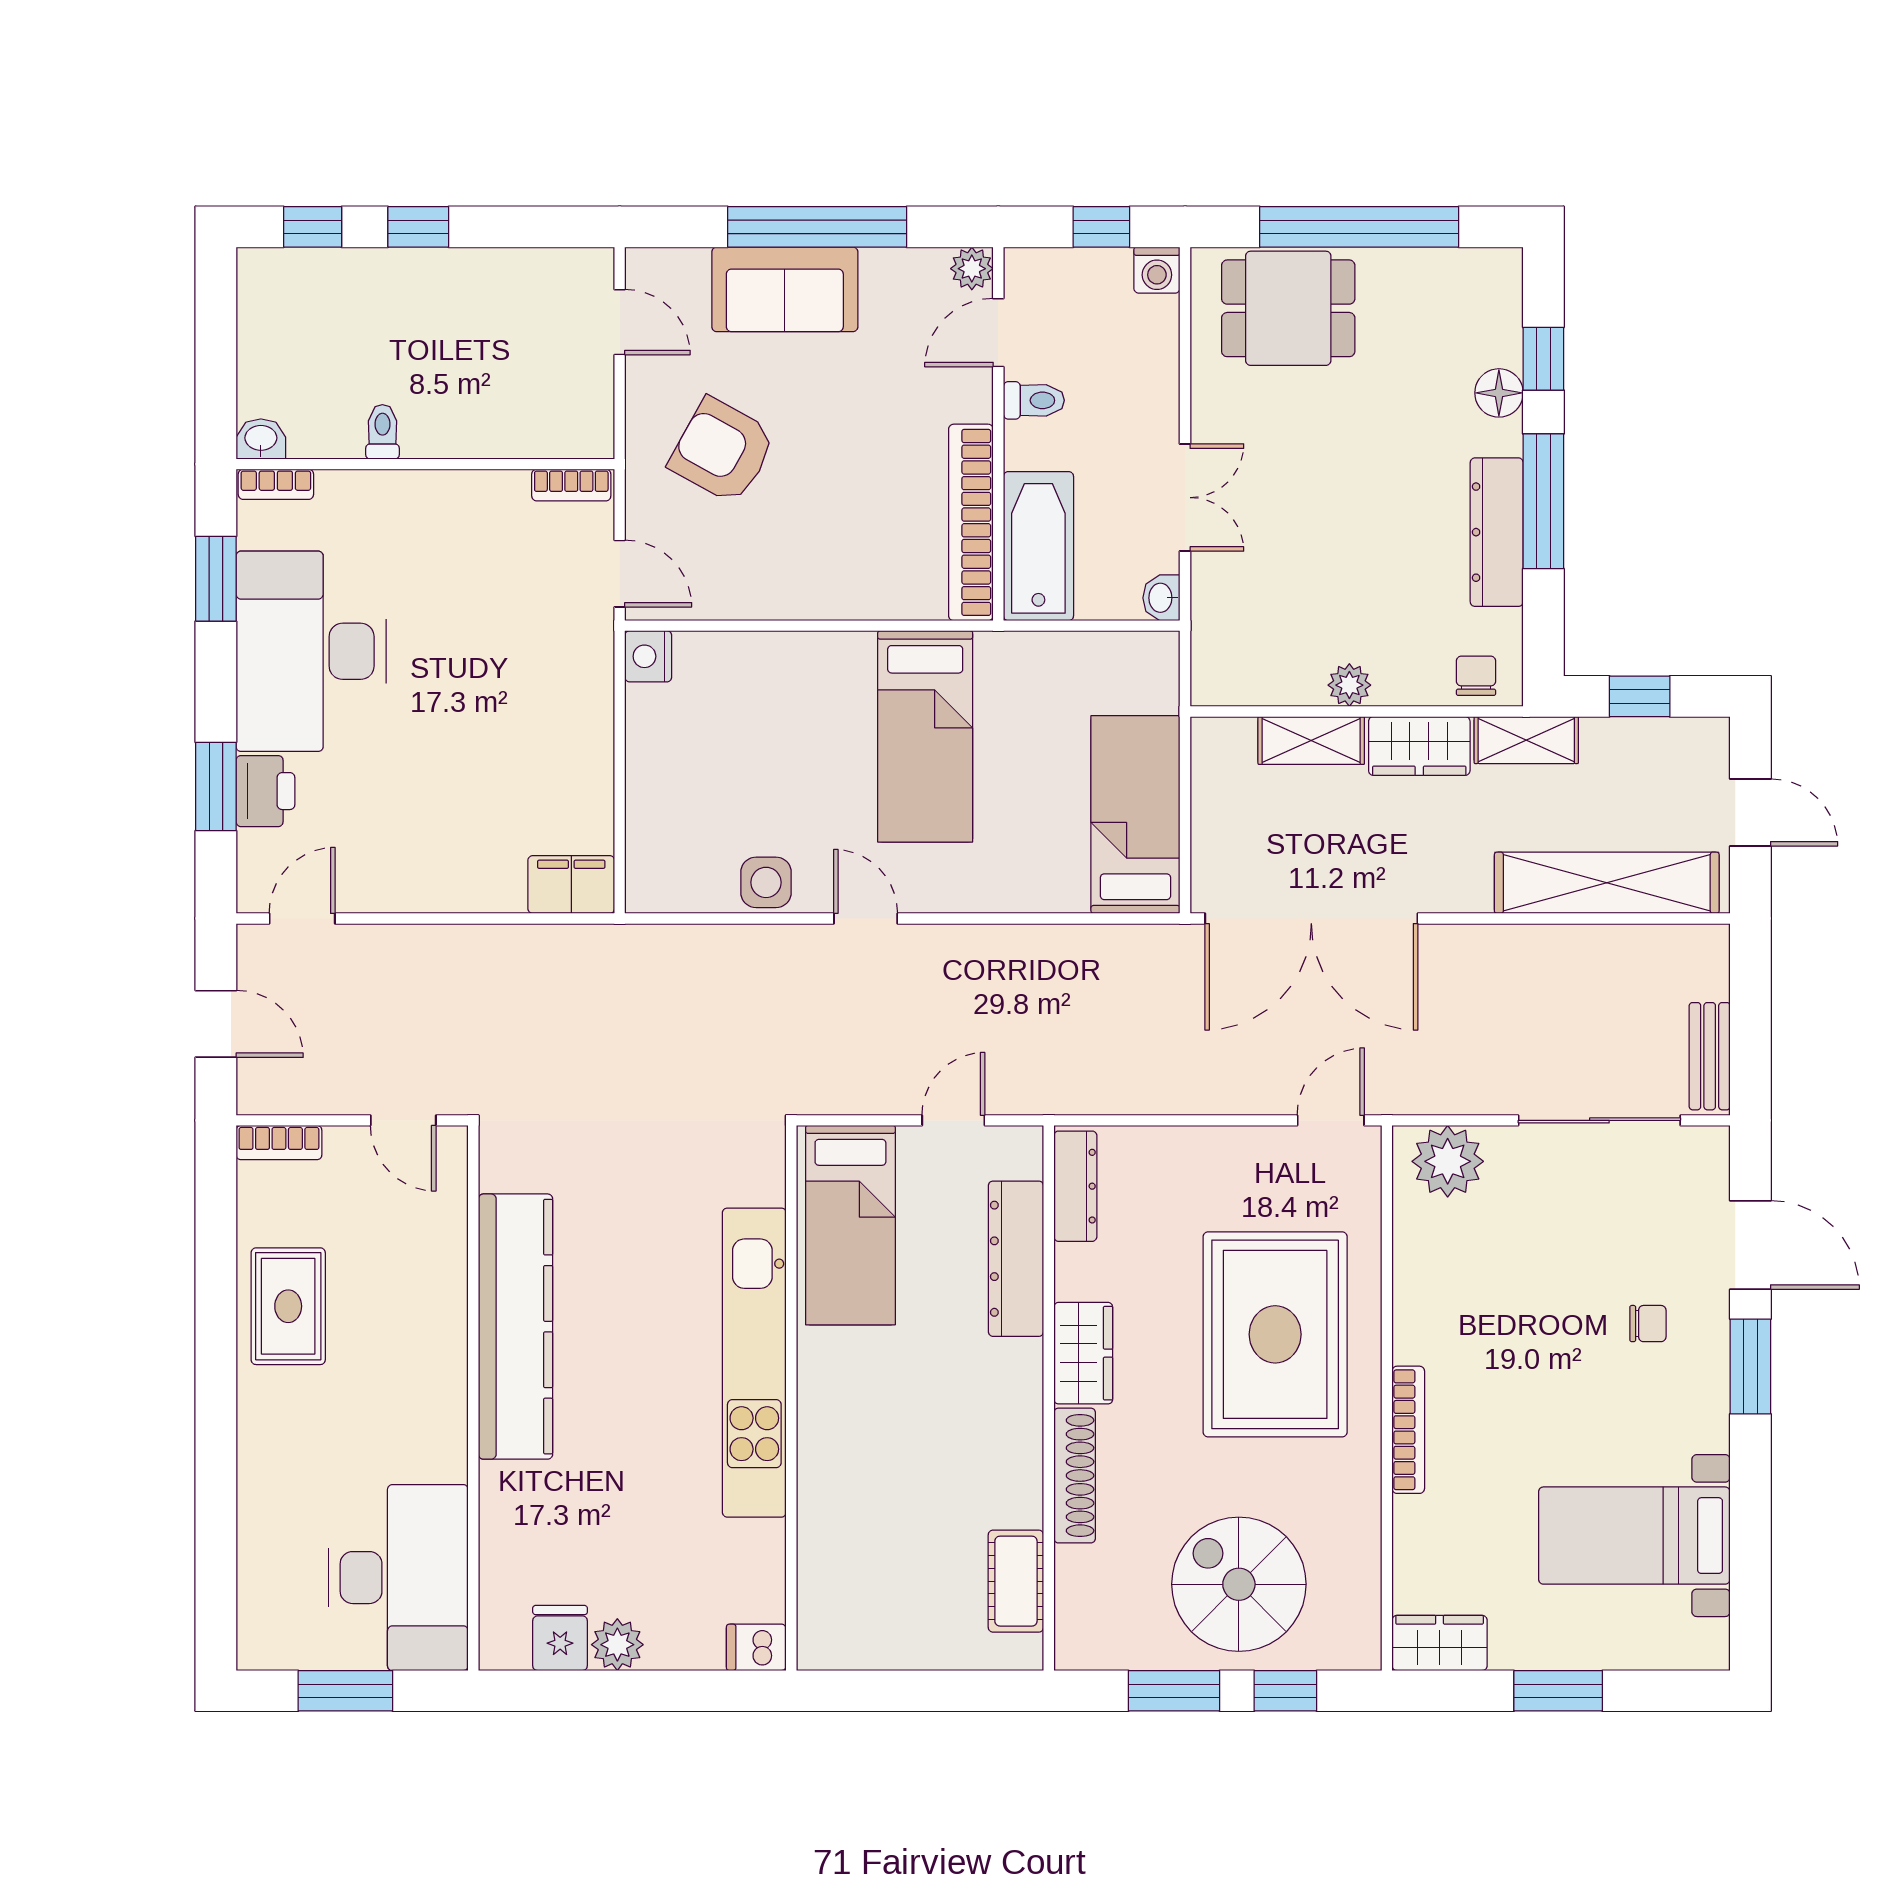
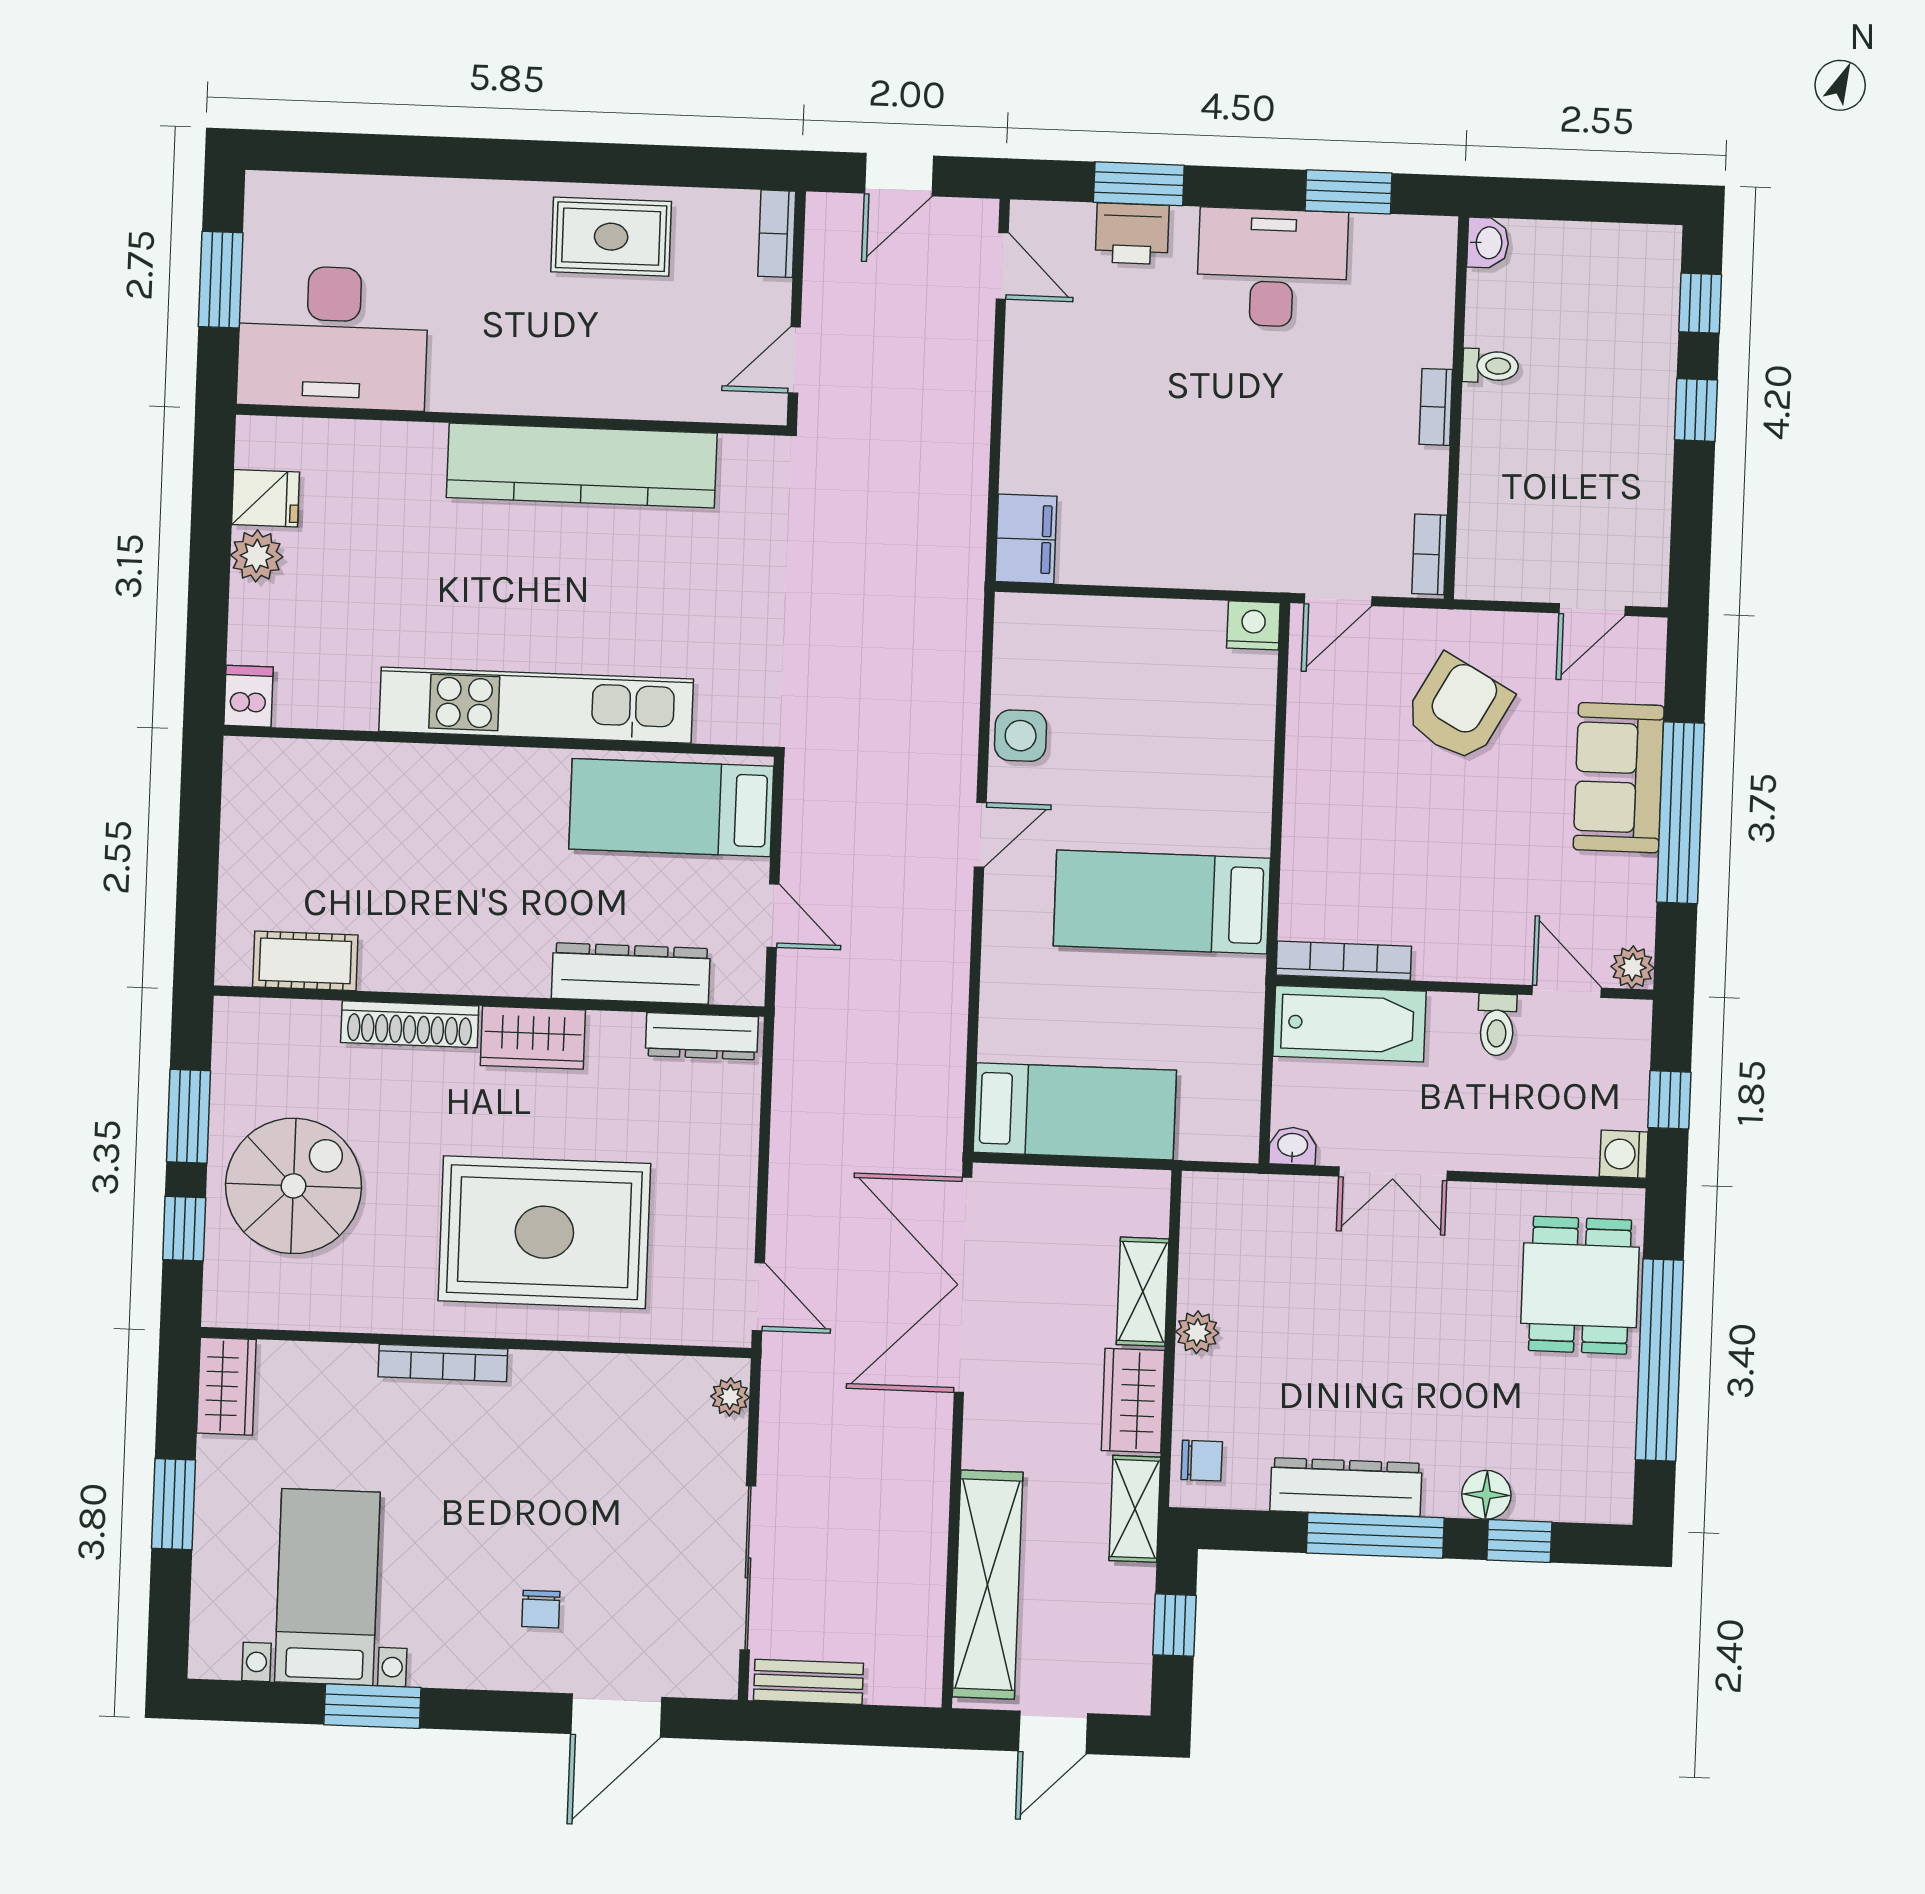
bookcase: (276, 484) -> (1436, 407), moved
bookcase: (971, 522) -> (1344, 961), width x0.68, depth x0.76
desk: (311, 651) -> (1272, 268), width x0.73, depth x0.77
plant: (1448, 1161) -> (730, 1397), width x0.53, depth x0.53
window: (1750, 1367) -> (372, 1706), moved

